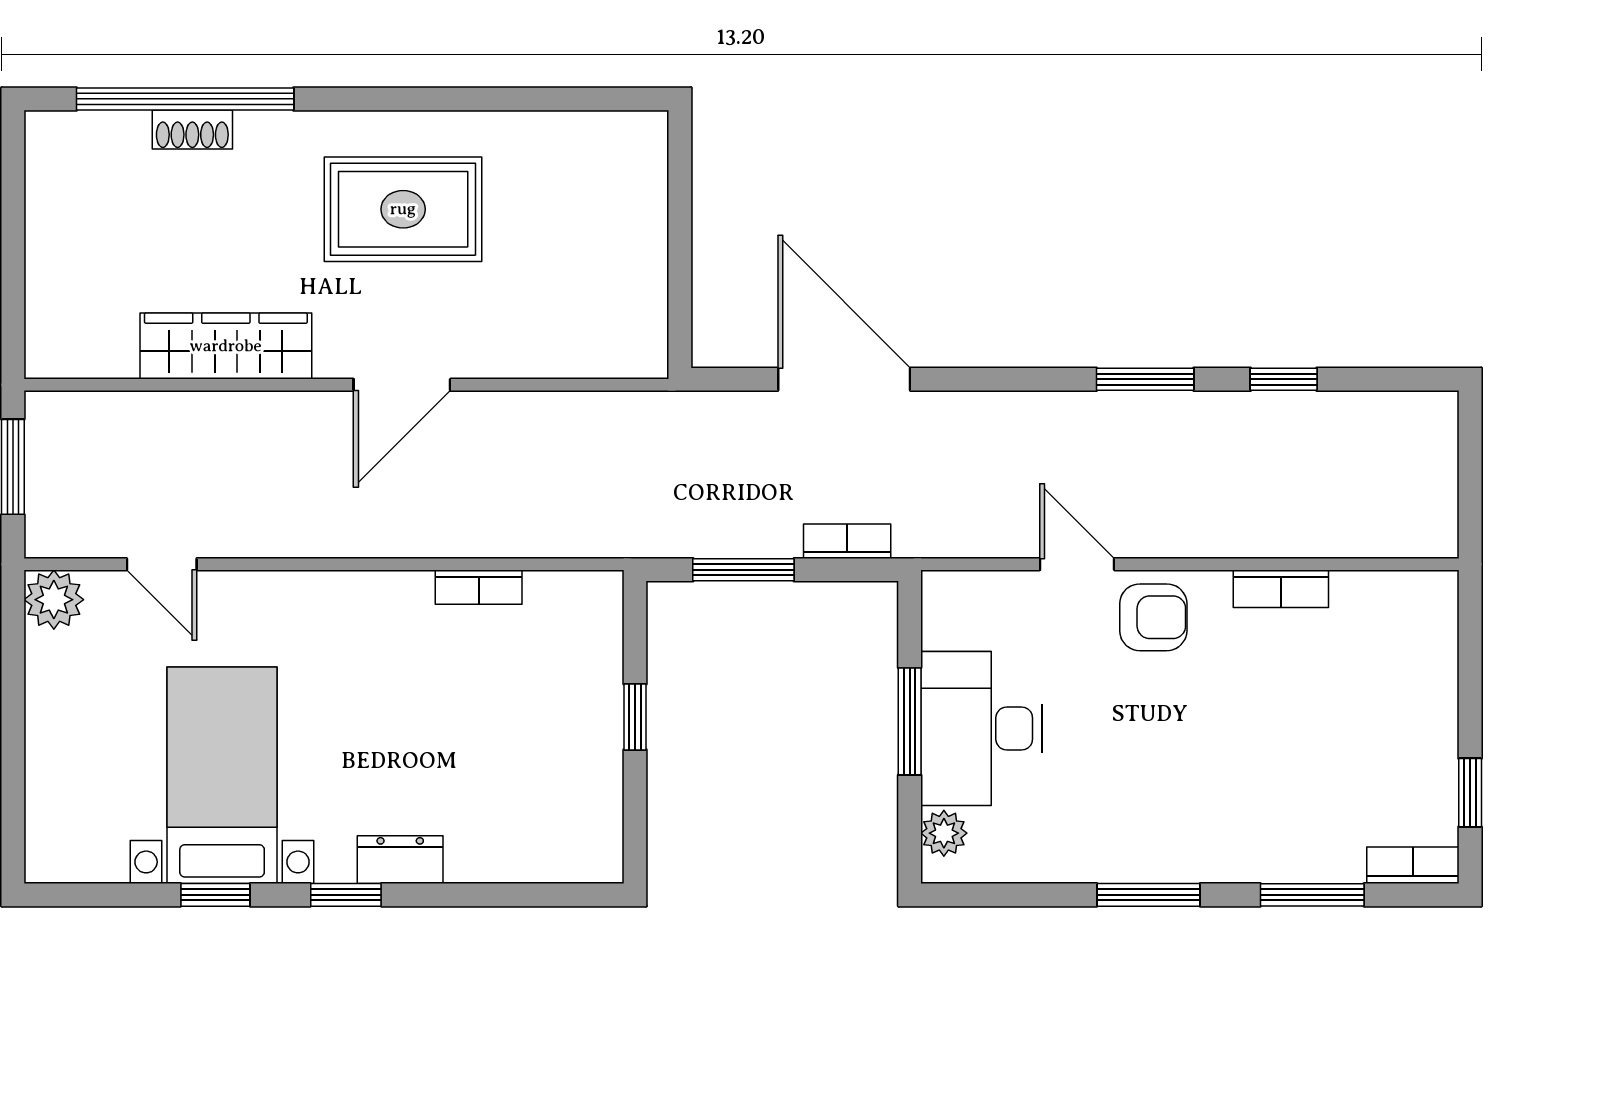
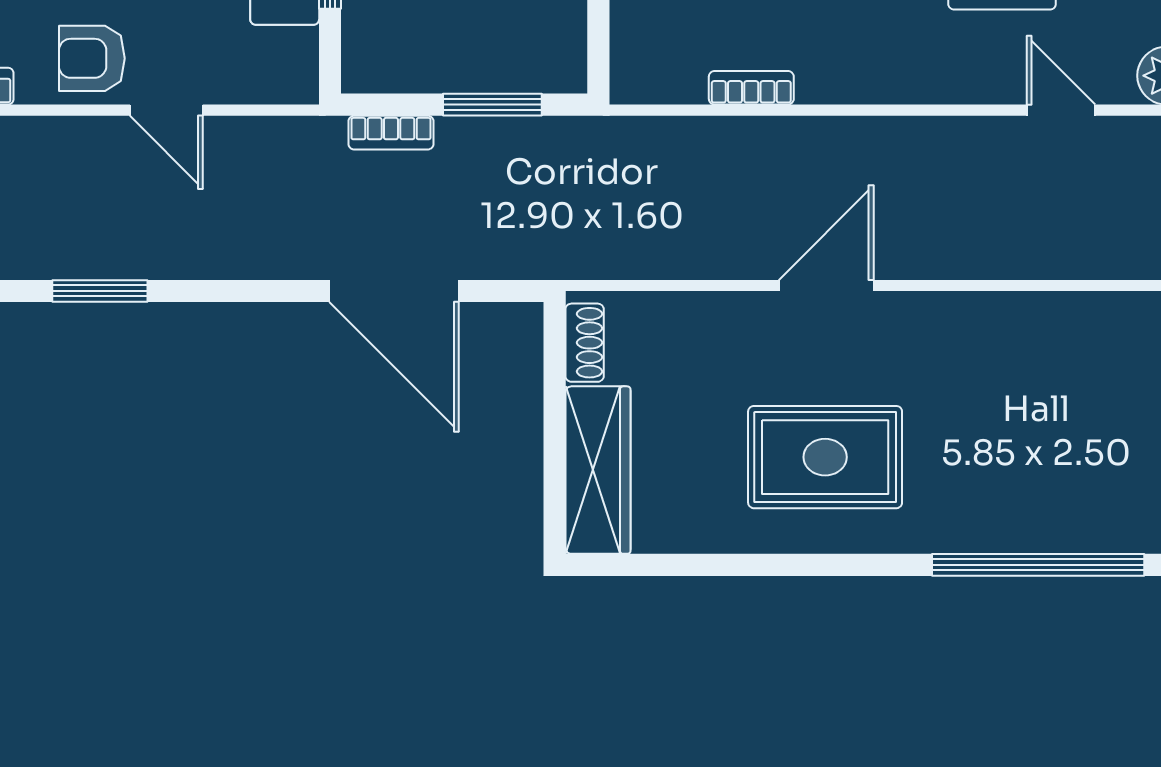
shoe rack: (192, 130) -> (585, 343), moved, turned 90
wardrobe: (226, 346) -> (598, 470), moved, turned -90

